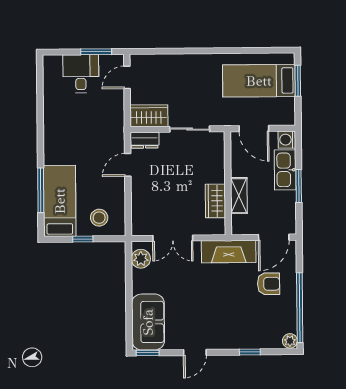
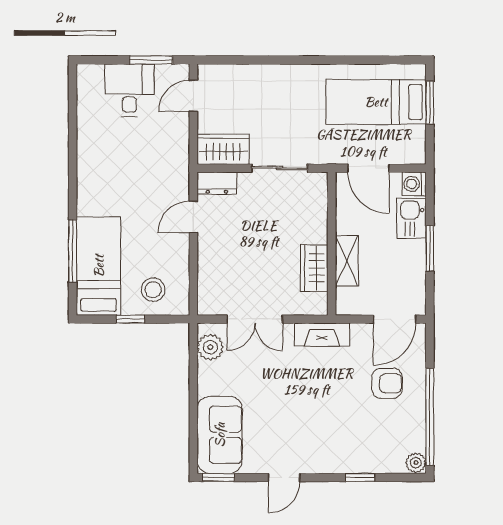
kitchen sink: (285, 170) -> (411, 218), width x0.73
fireplace: (229, 252) -> (322, 335), width x0.73, depth x0.76

